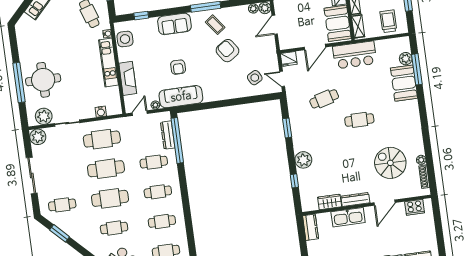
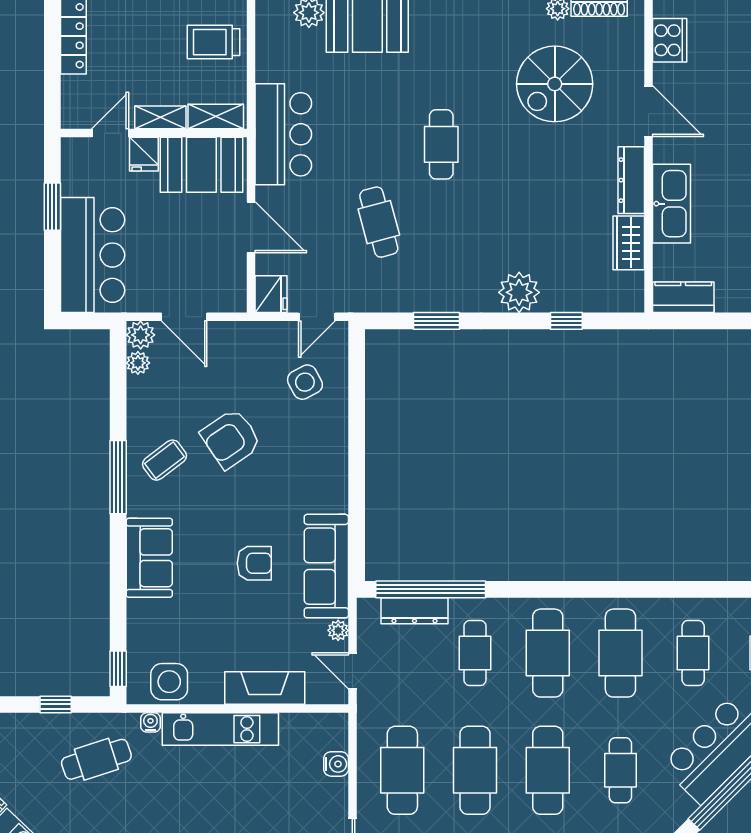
window: (141, 16) -> (118, 669), moved
cafe table: (158, 192) -> (548, 653), width x1.37, depth x1.35
cafe table: (162, 221) -> (620, 653), width x1.37, depth x1.35

